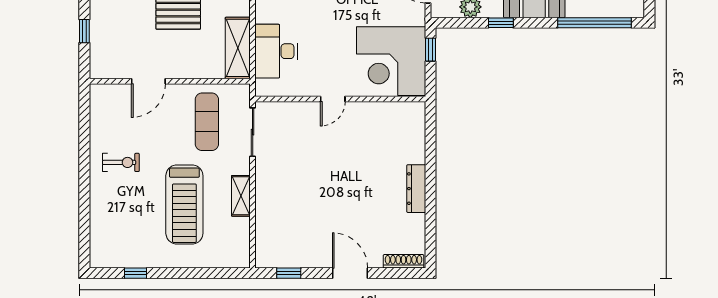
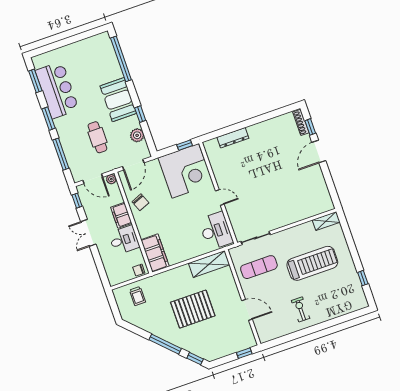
window: (84, 31) -> (244, 353), moved
window: (431, 50) -> (185, 145), moved
desk: (276, 51) -> (216, 231), moved, turned -90
dresser: (416, 189) -> (233, 138), moved
shelving: (241, 196) -> (326, 221), moved
window: (289, 273) -> (310, 127), moved

